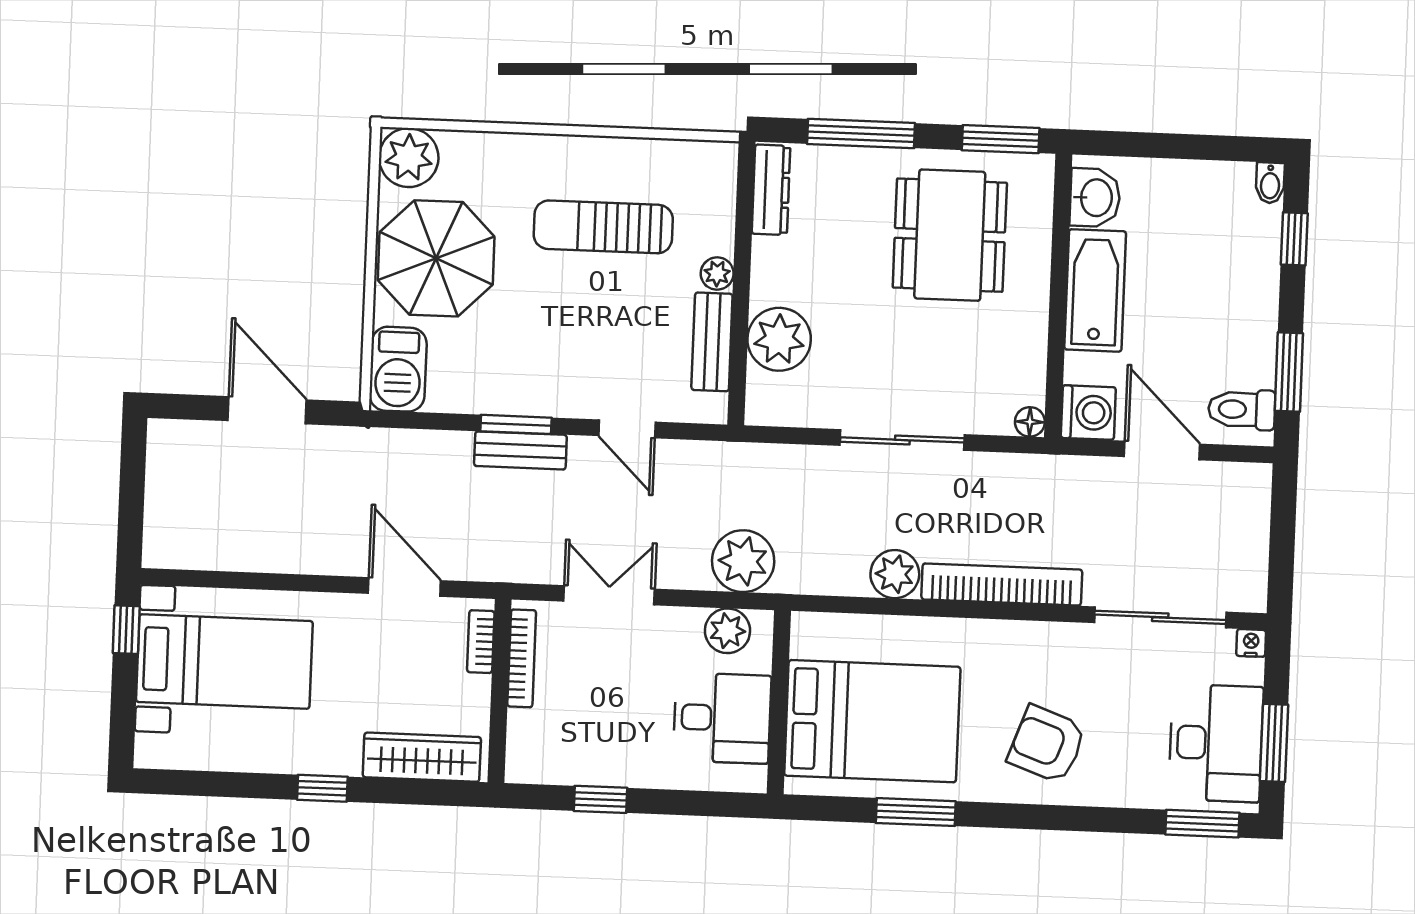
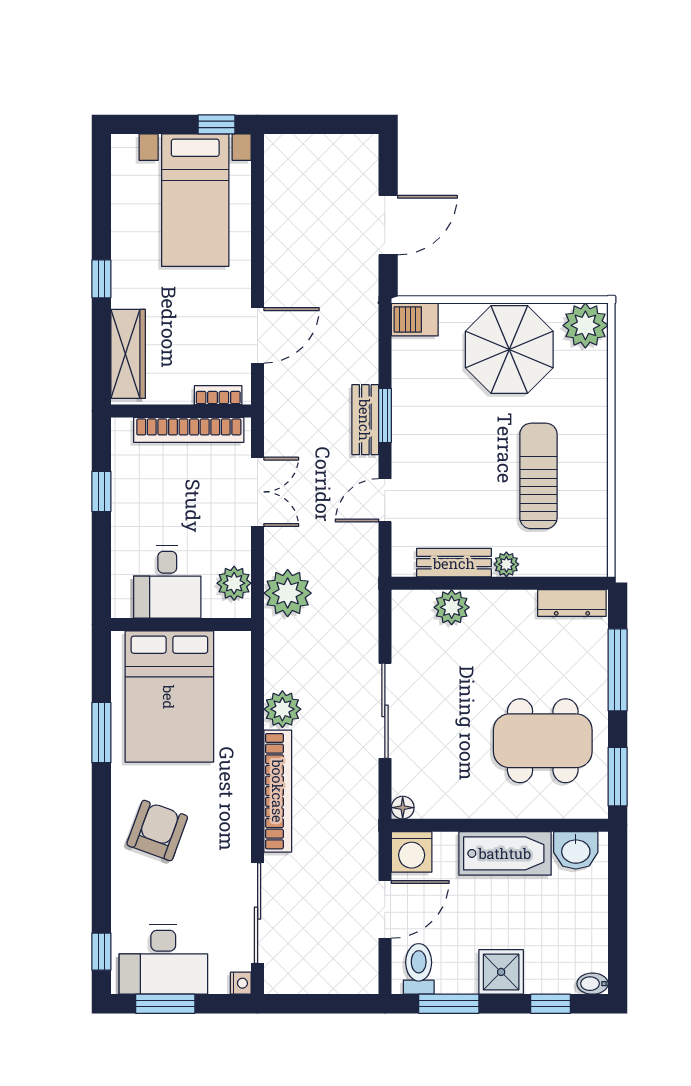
shower: (1250, 302) -> (501, 972), added
plant: (779, 339) -> (452, 607), width x0.73, depth x0.73
barbecue: (398, 369) -> (415, 319), width x0.73, depth x0.79
bookcase: (522, 658) -> (189, 430), width x1.48, depth x1.31
window: (1202, 824) -> (101, 952), width x0.67

